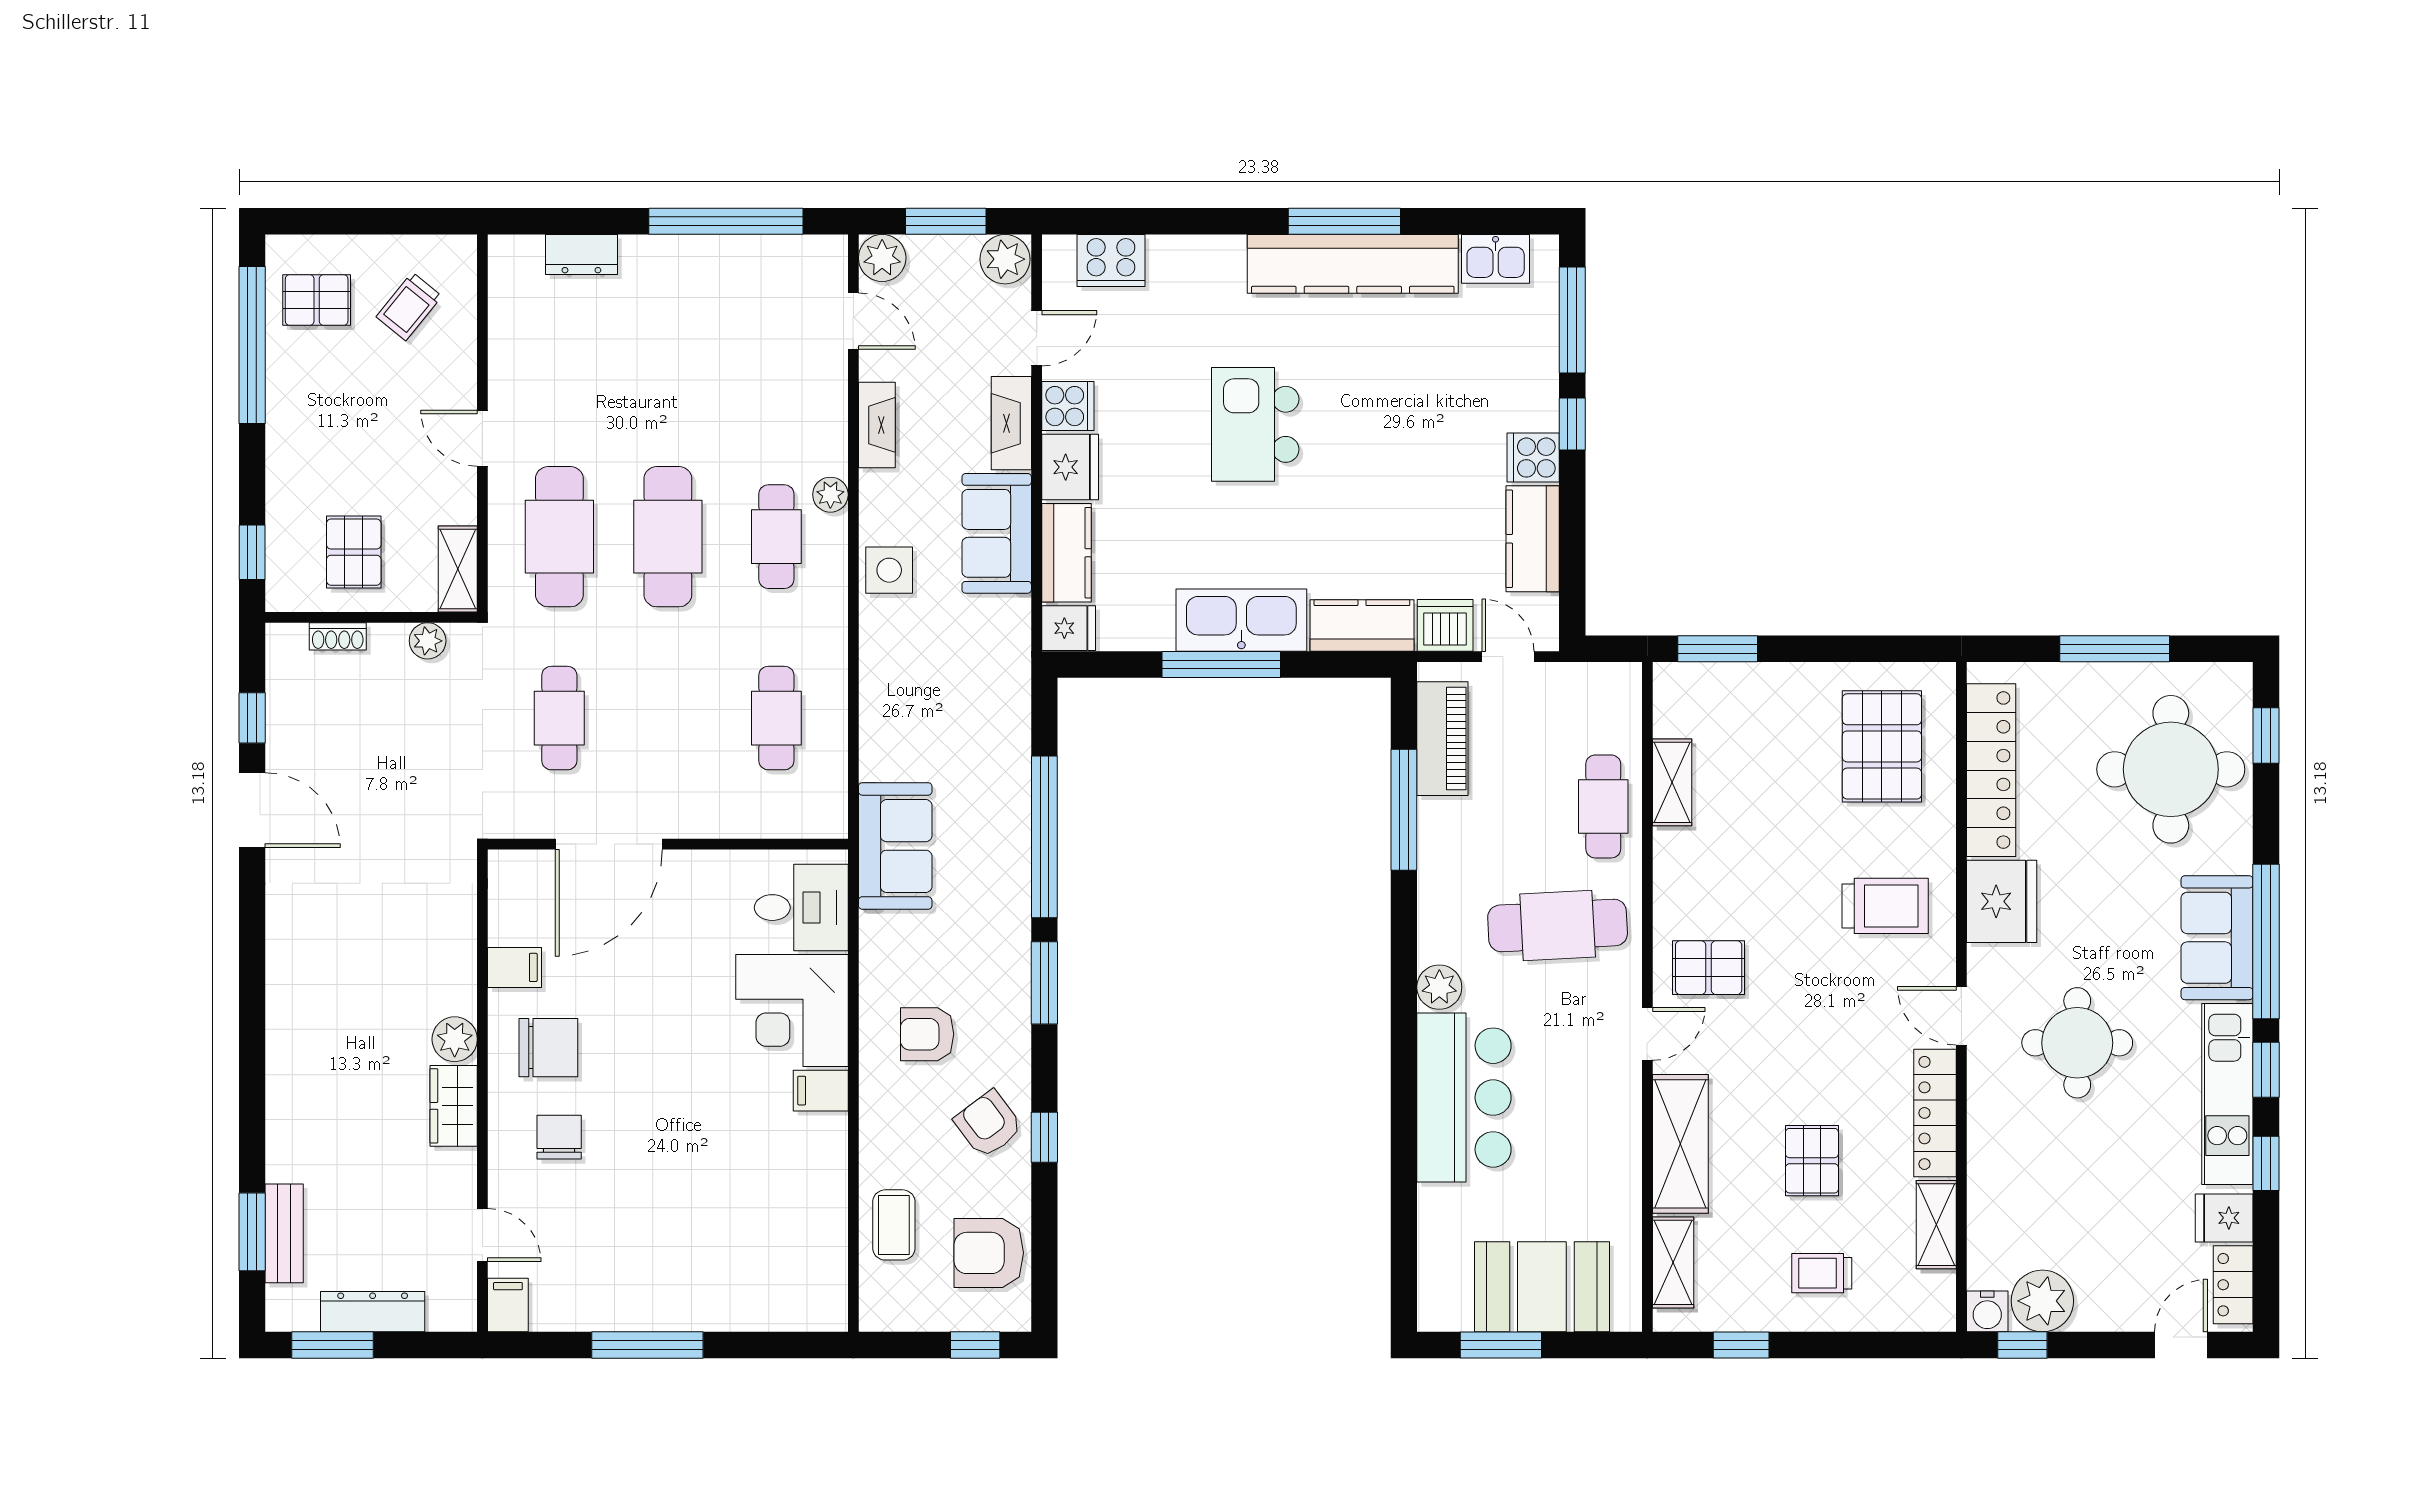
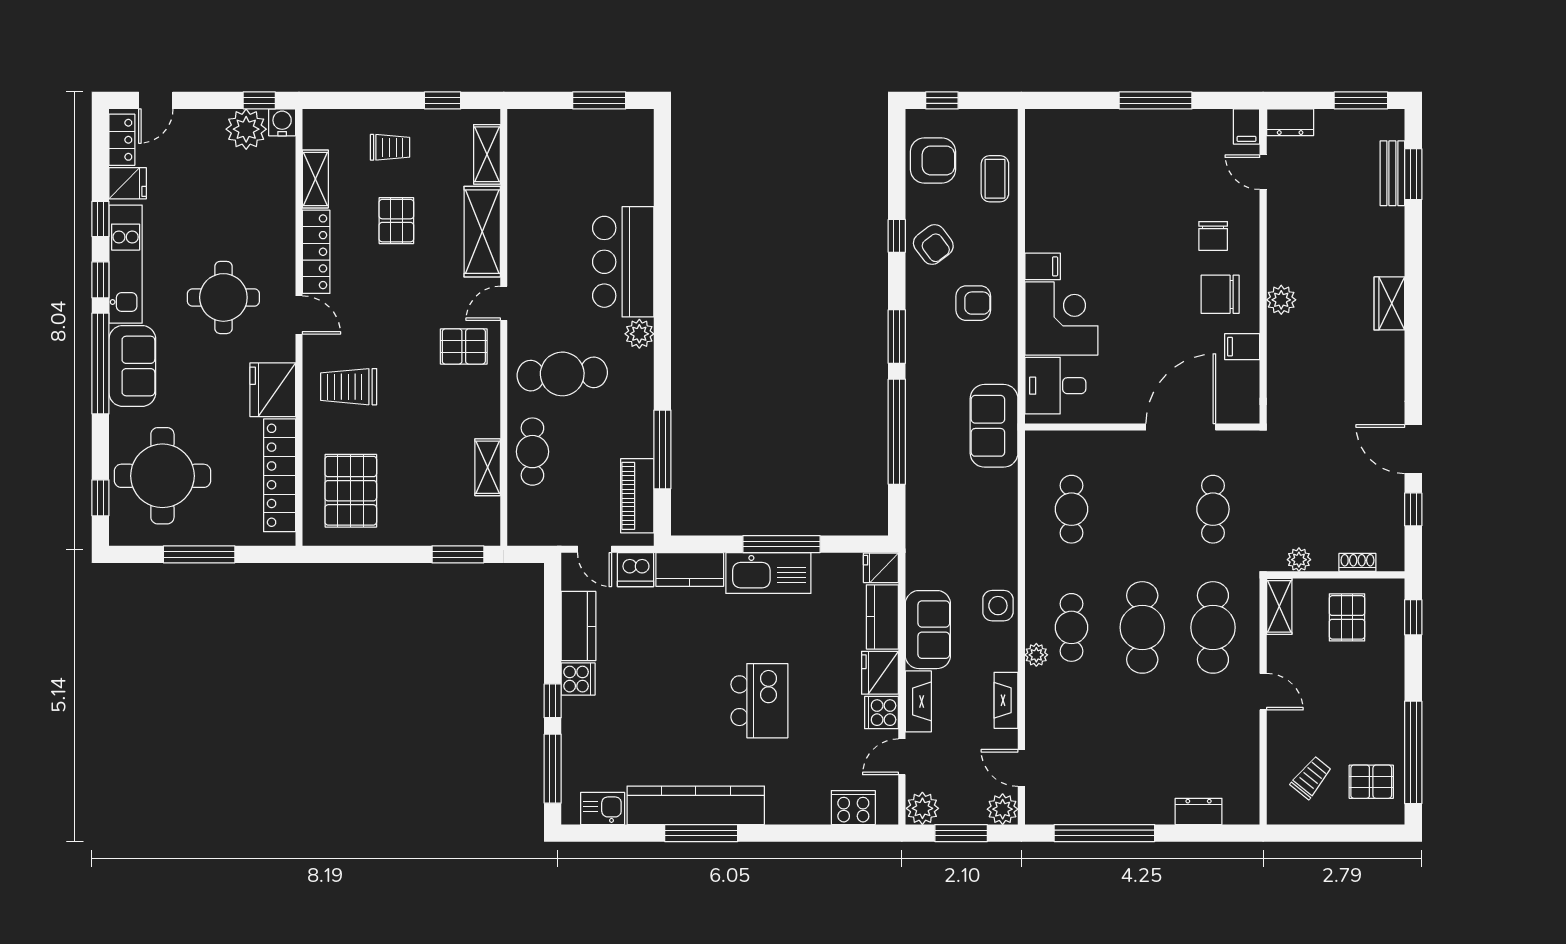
wardrobe: (454, 1106) -> (1389, 303), moved, turned 180
booth: (1542, 1287) -> (572, 138), removed
dresser: (373, 1312) -> (1290, 122), moved, width x0.70

